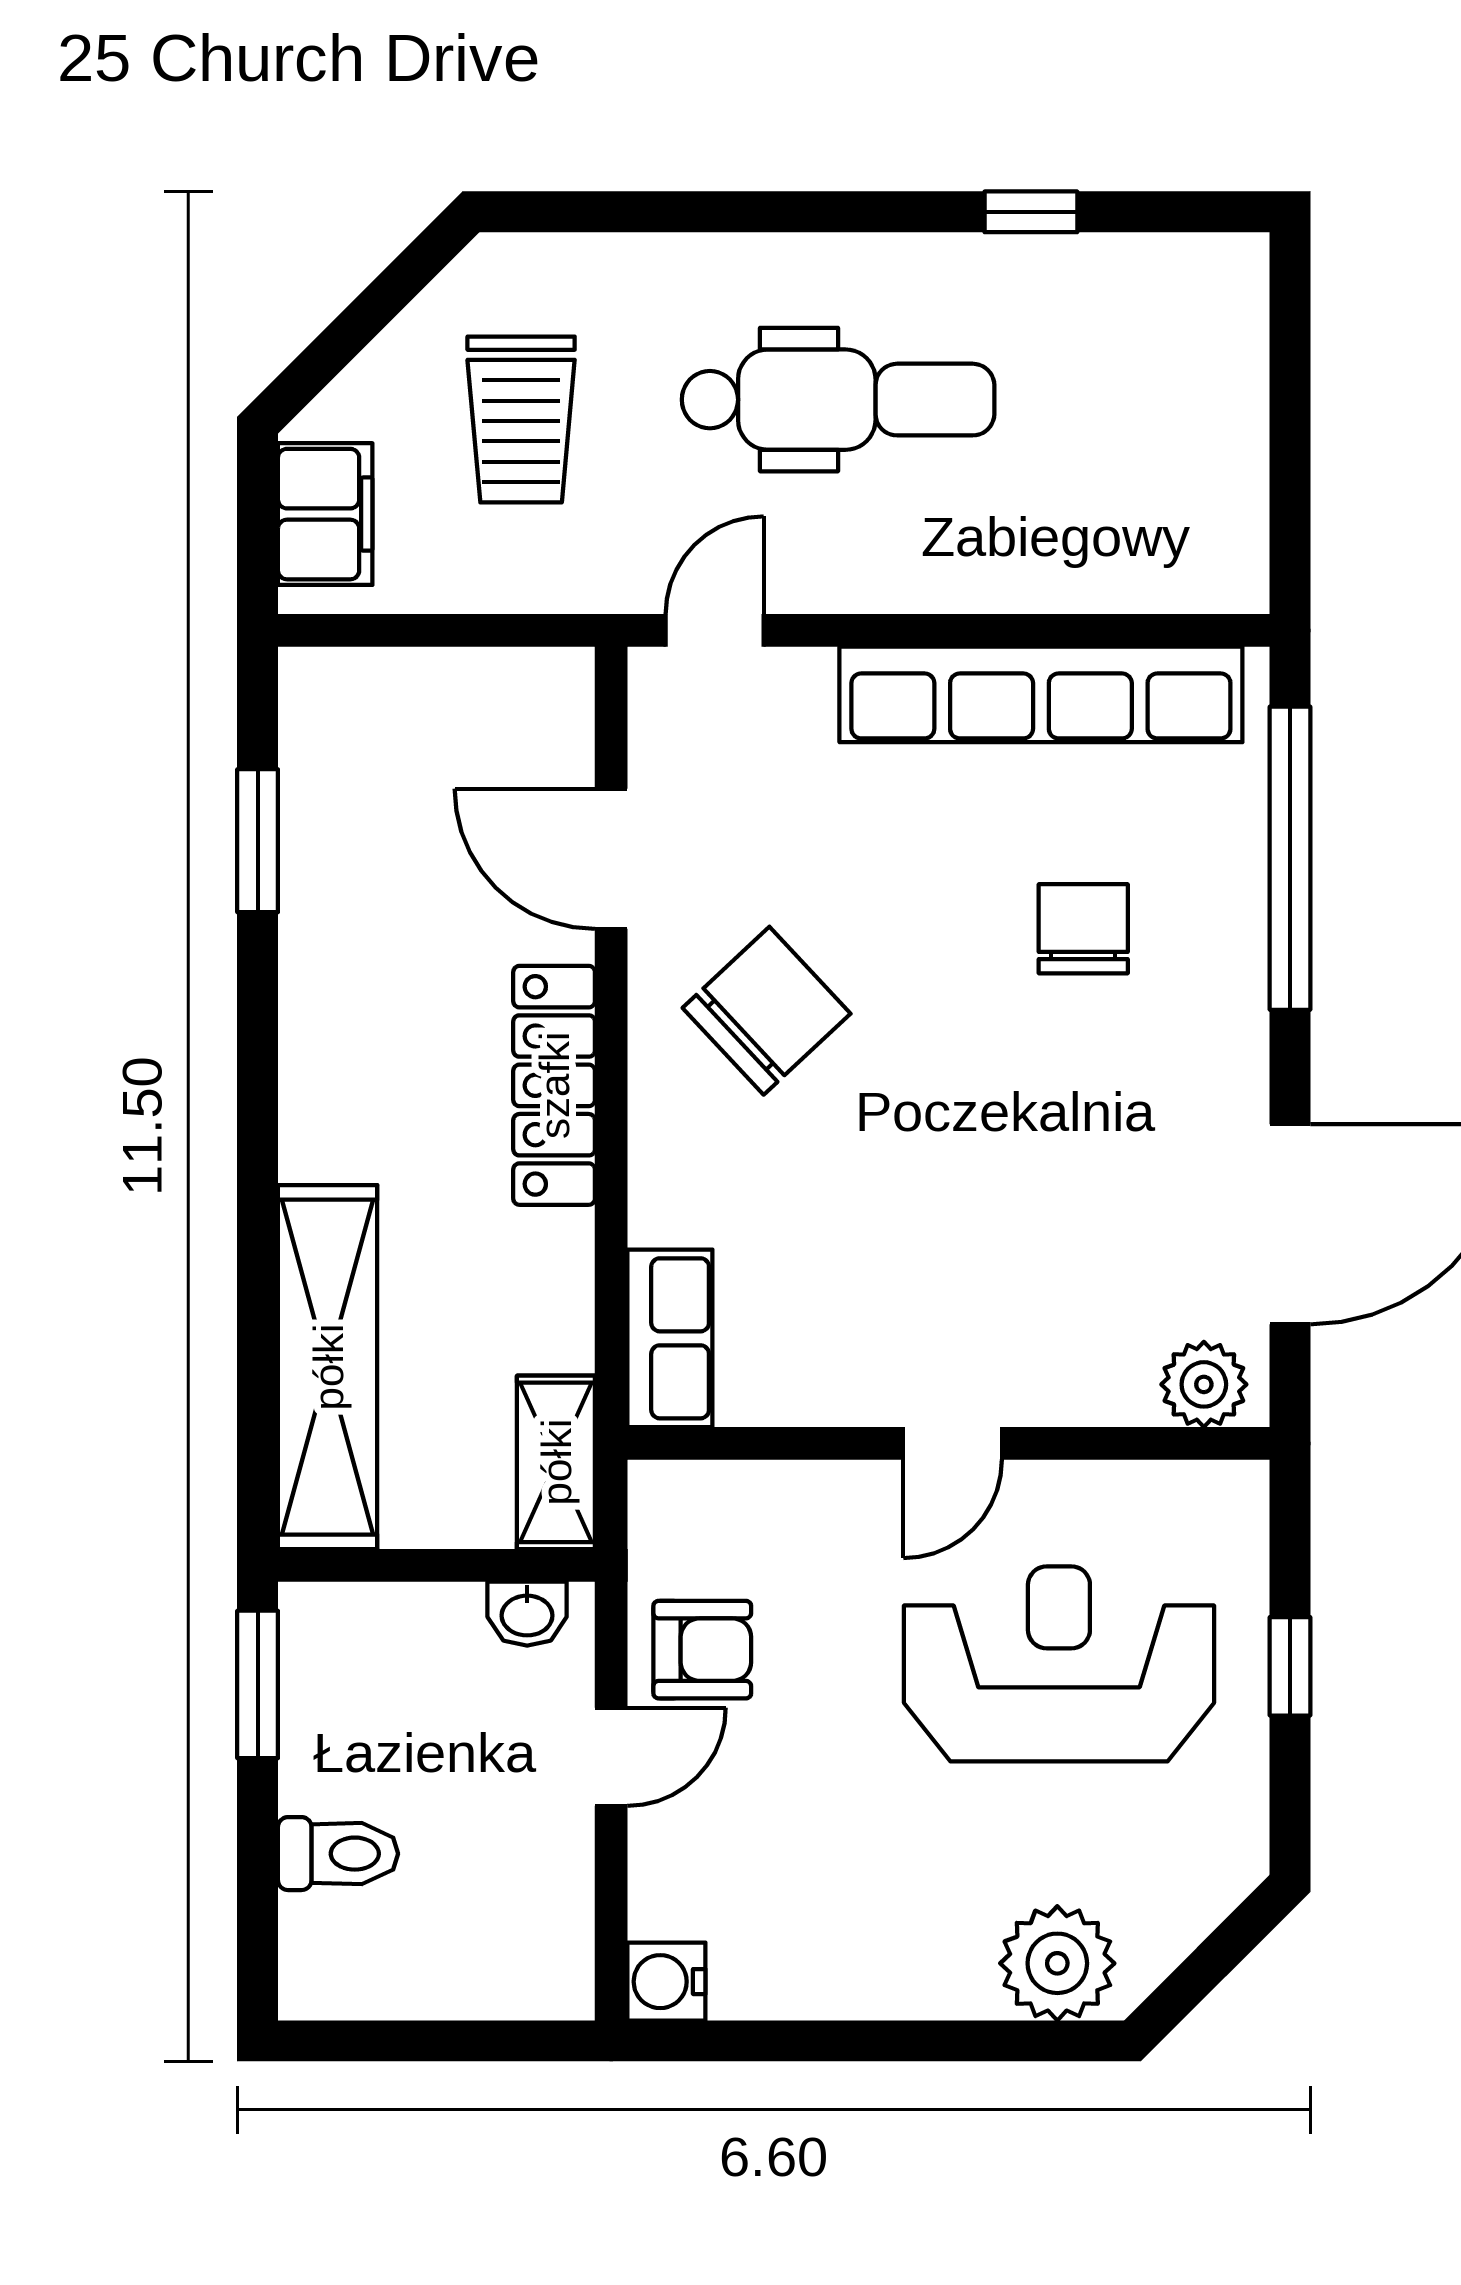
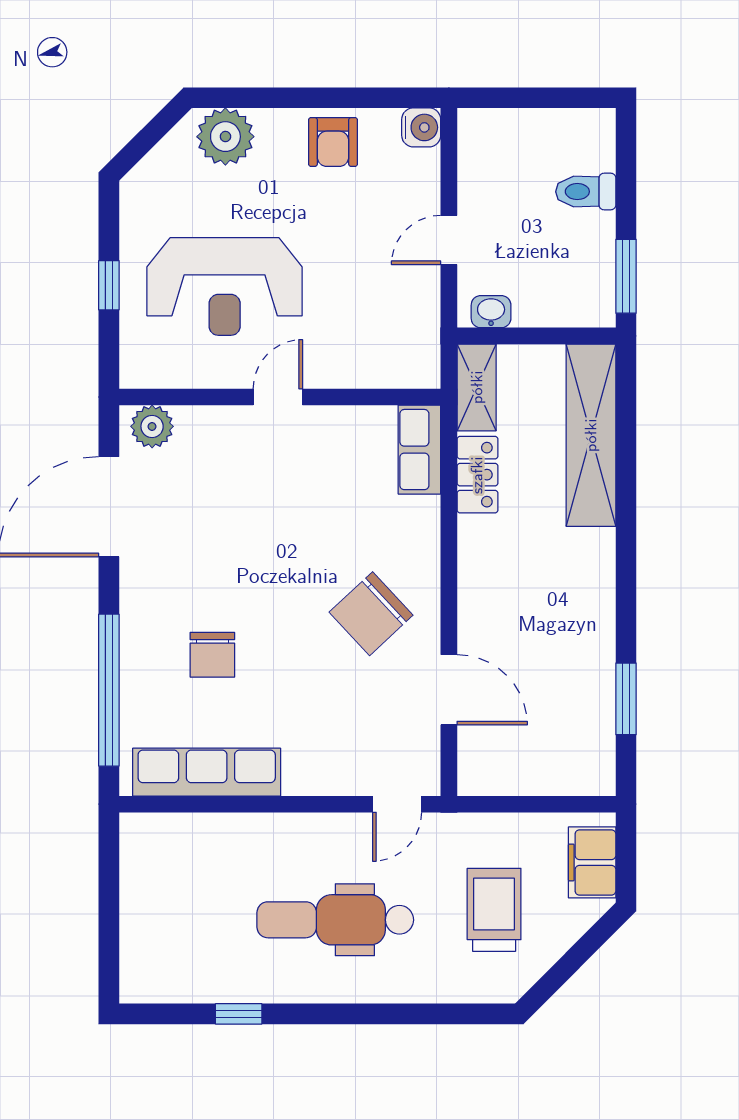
row of seats: (1041, 694) -> (207, 772), width x0.73
locker: (554, 1085) -> (477, 475), moved, width x0.66
armchair: (702, 1650) -> (333, 142), moved, turned -90

